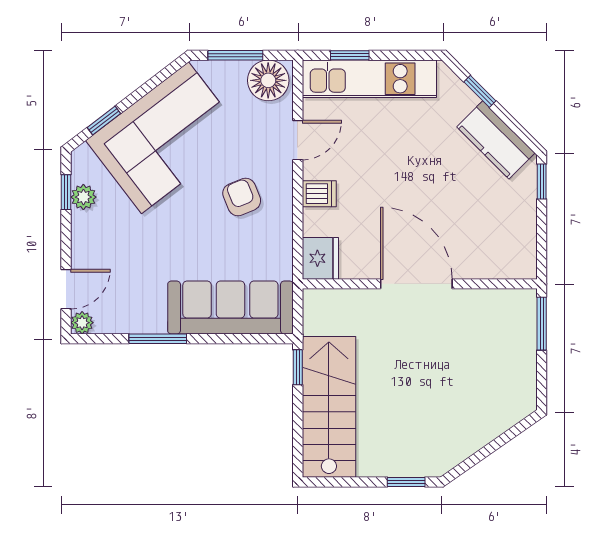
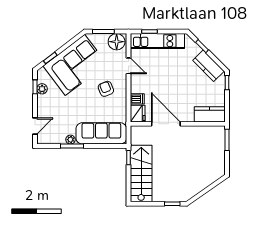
door: (298, 140) -> (128, 66), hinge flipped
dishwasher: (319, 194) -> (137, 99), moved
kitchen counter: (499, 260) -> (210, 114), added
door: (416, 284) -> (166, 124), moved
plant: (82, 323) -> (70, 140), moved

